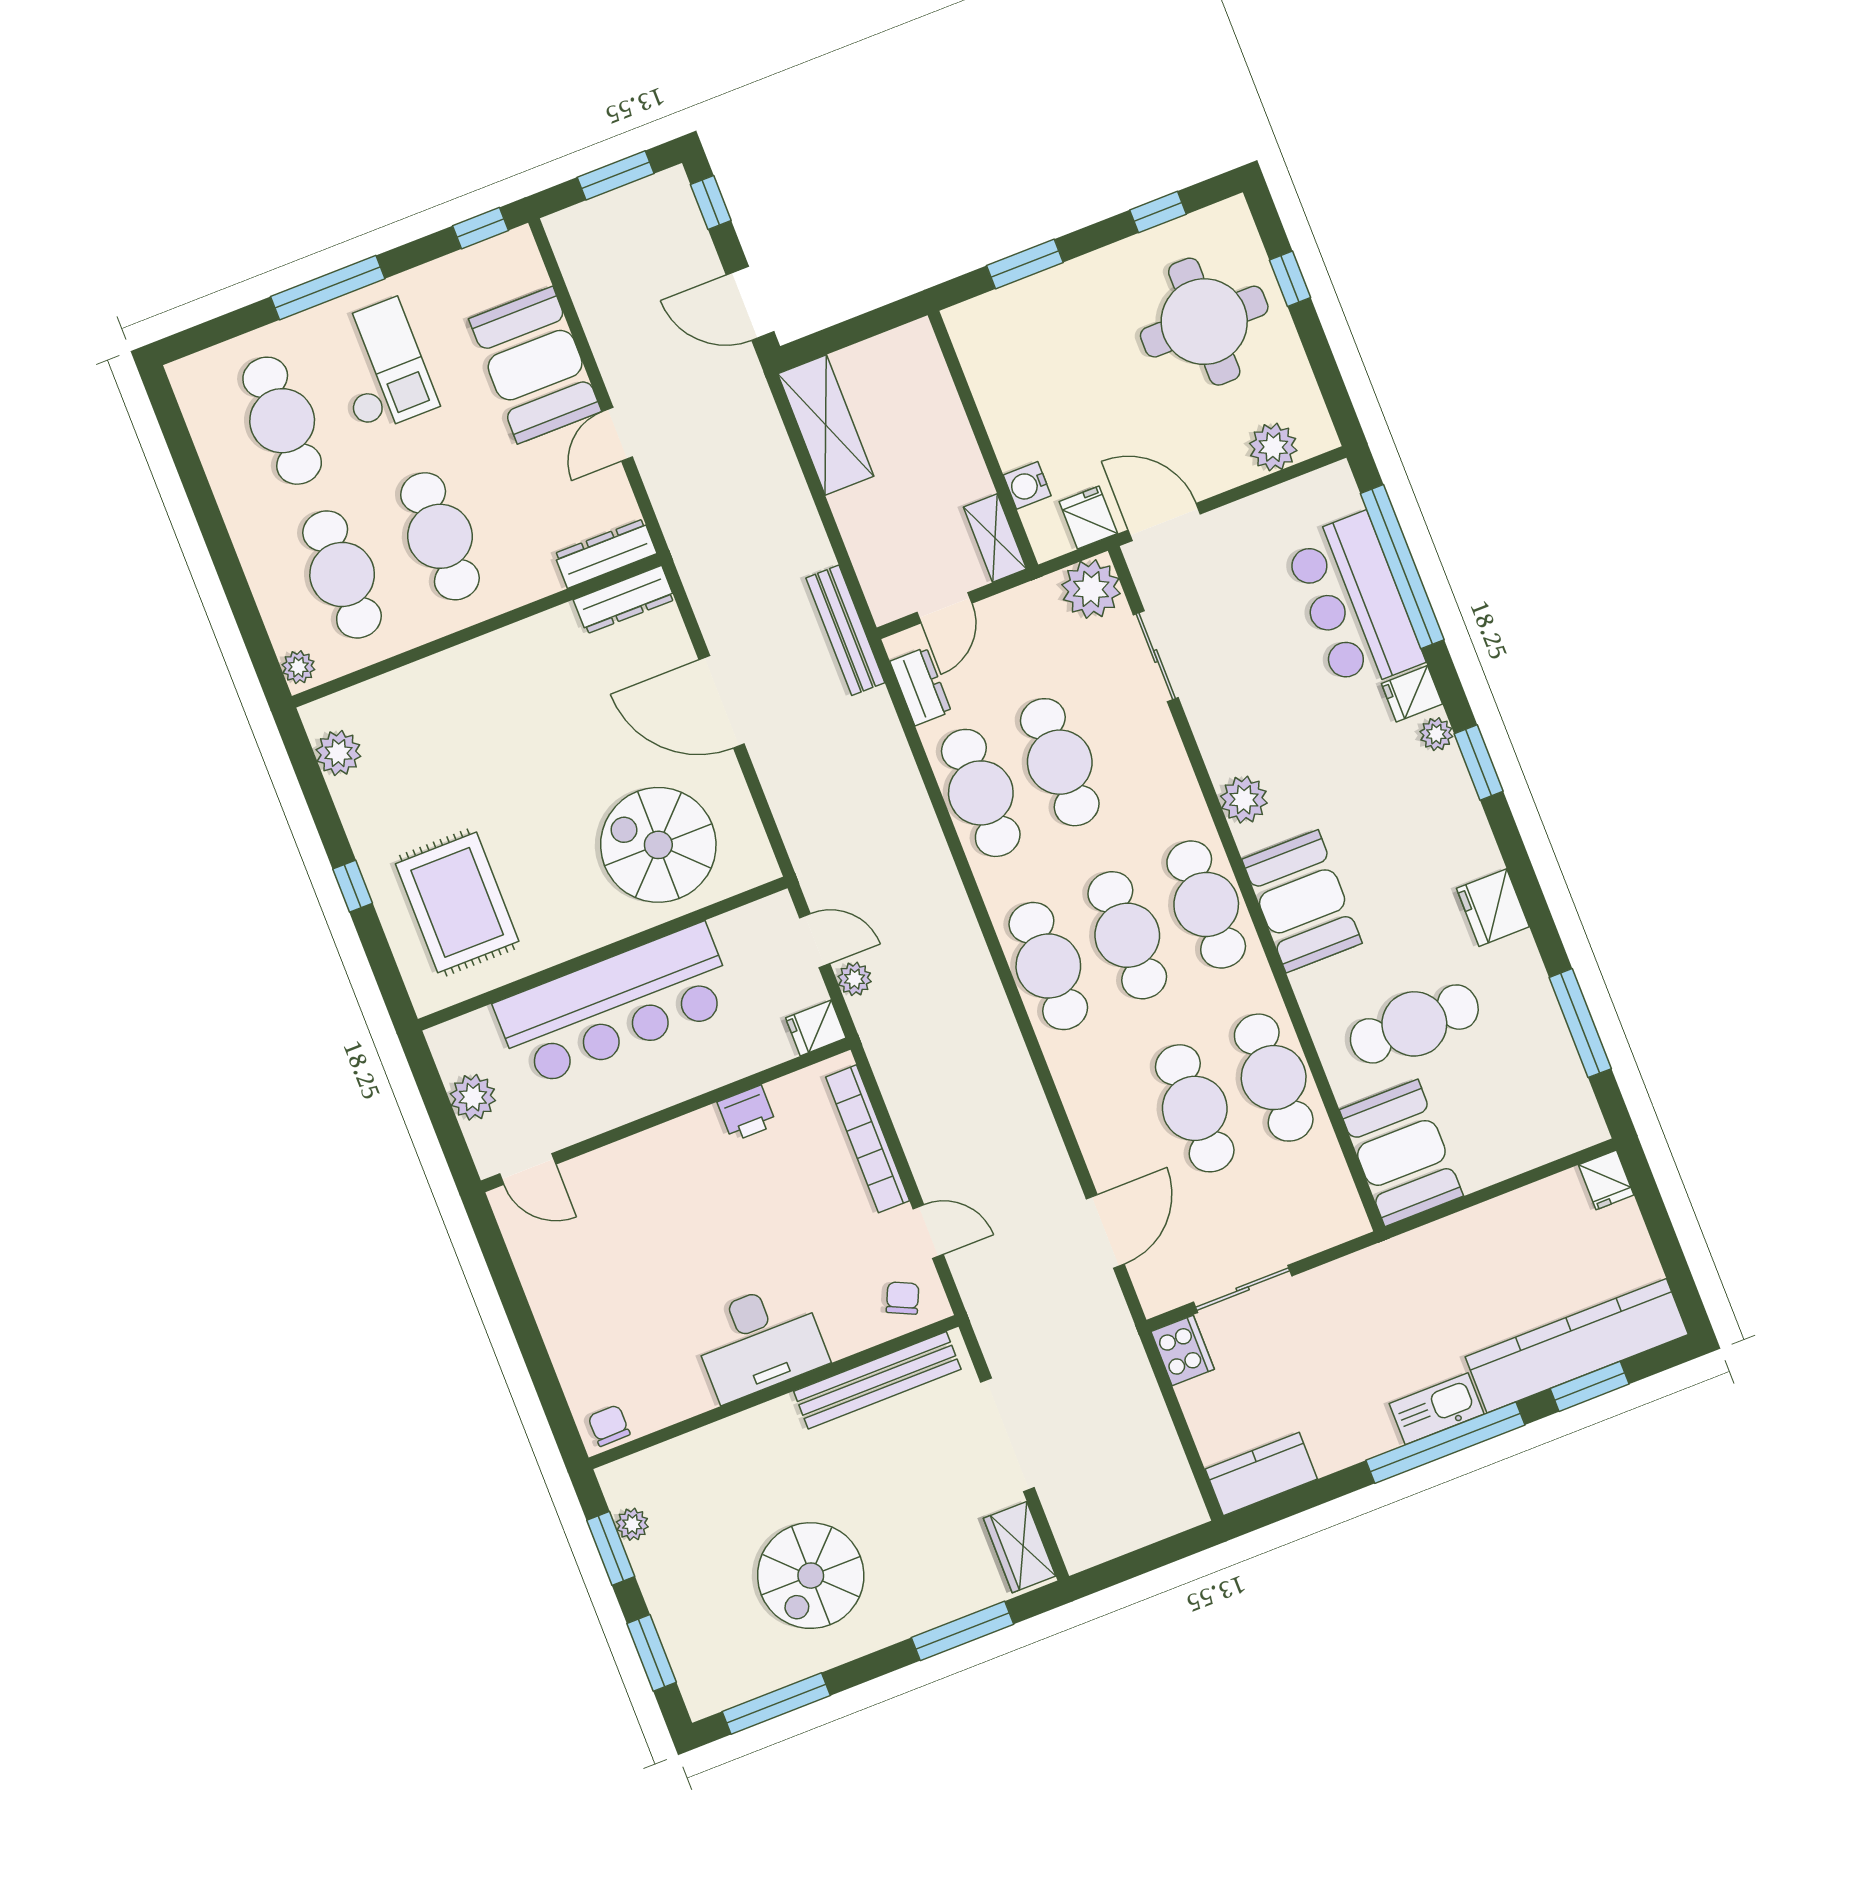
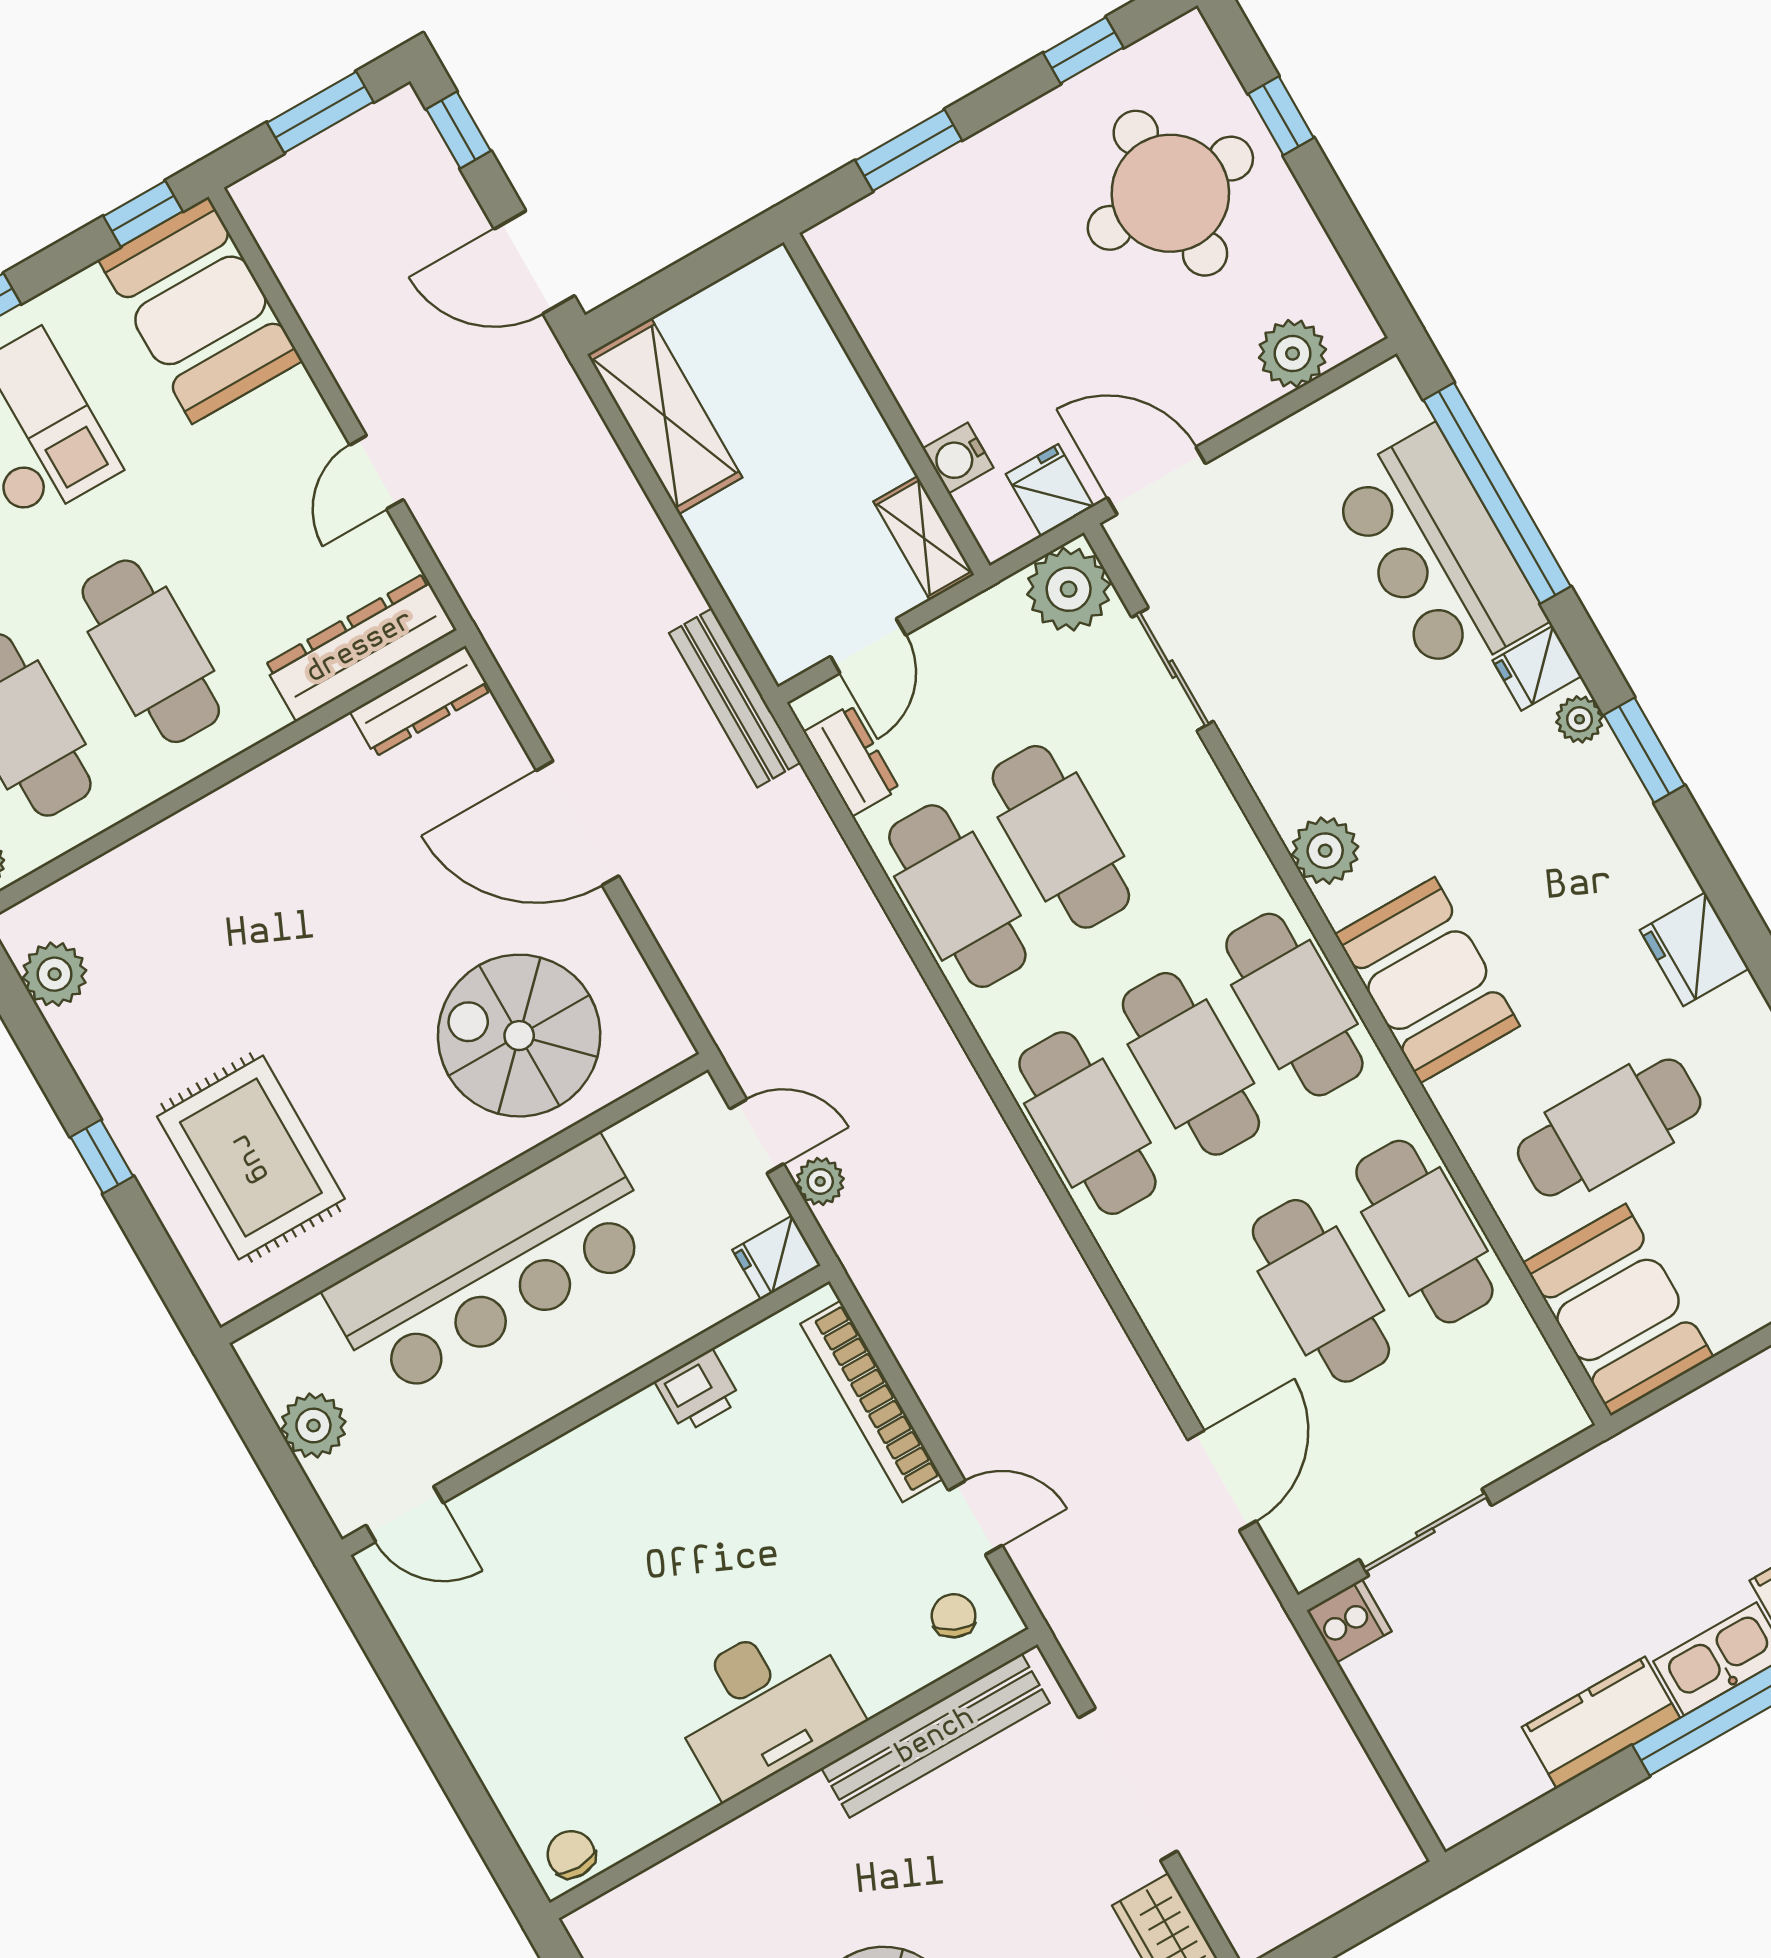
booth: (535, 365) -> (200, 310), moved
dresser: (606, 554) -> (360, 647), width x1.37, depth x1.24
cooker: (1183, 1350) -> (1349, 1621), width x0.73
kitchen counter: (1261, 1474) -> (1601, 1722), moved

